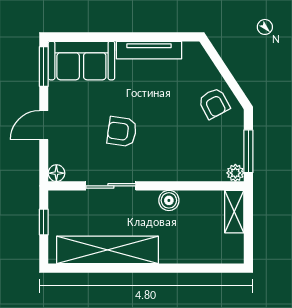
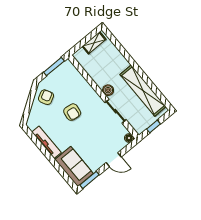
armchair: (122, 132) -> (72, 112), moved
plant: (235, 173) -> (67, 64), removed
boiler: (169, 200) -> (108, 90), moved
shelving: (234, 212) -> (94, 43), moved

